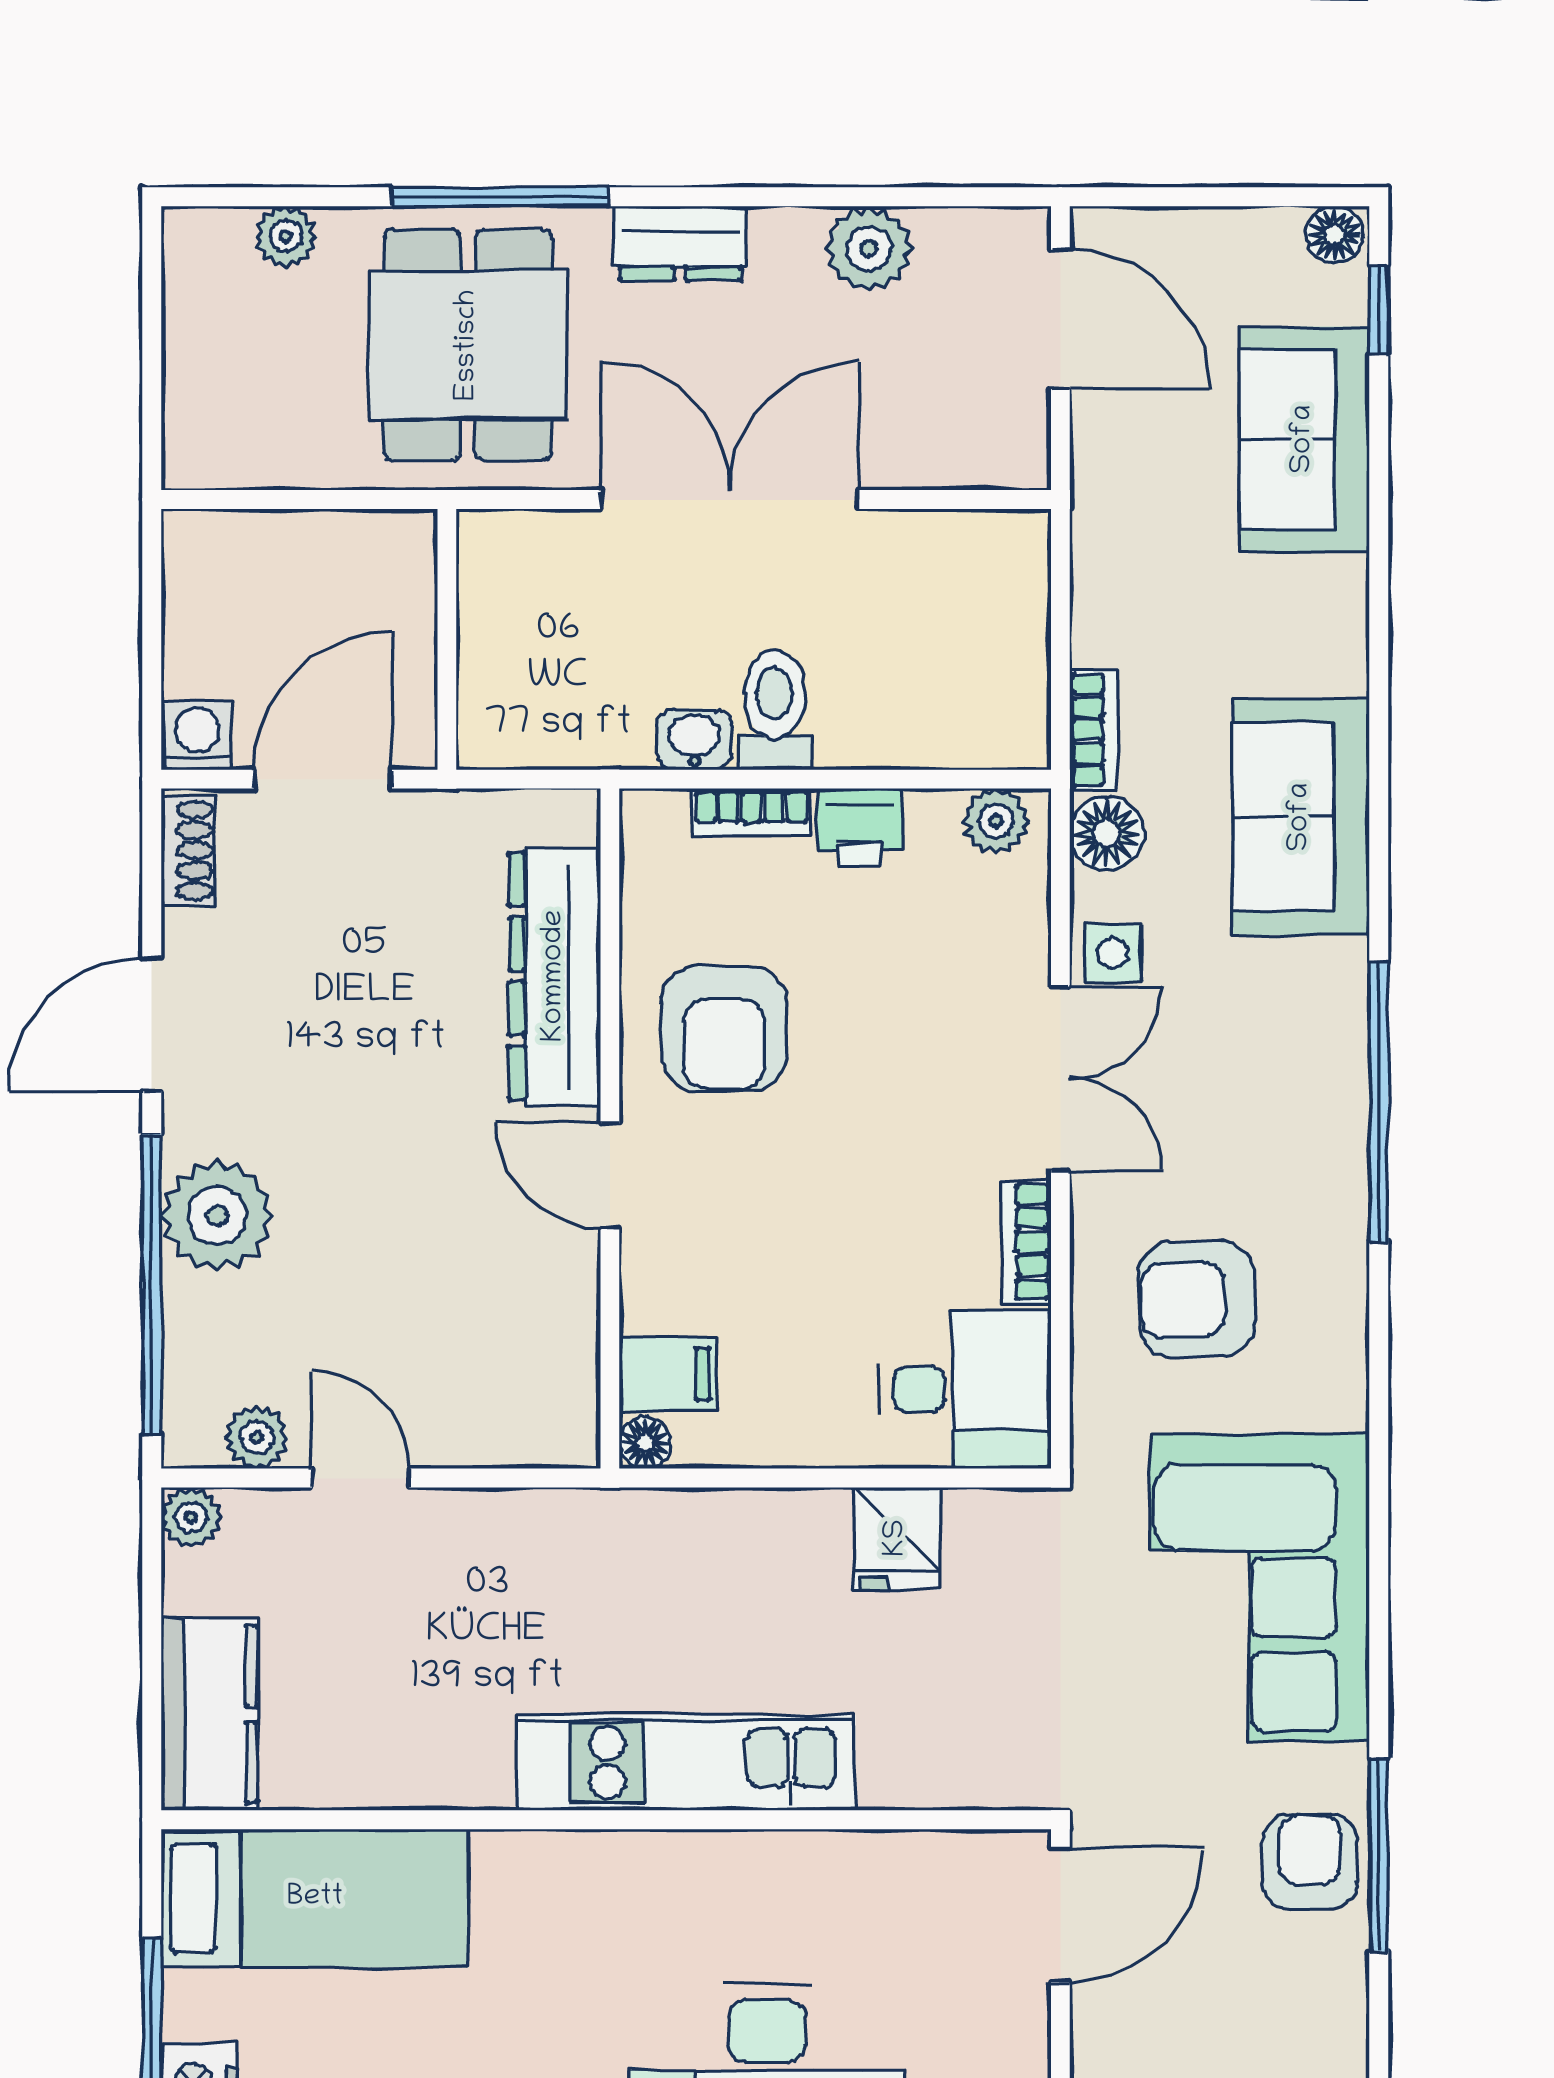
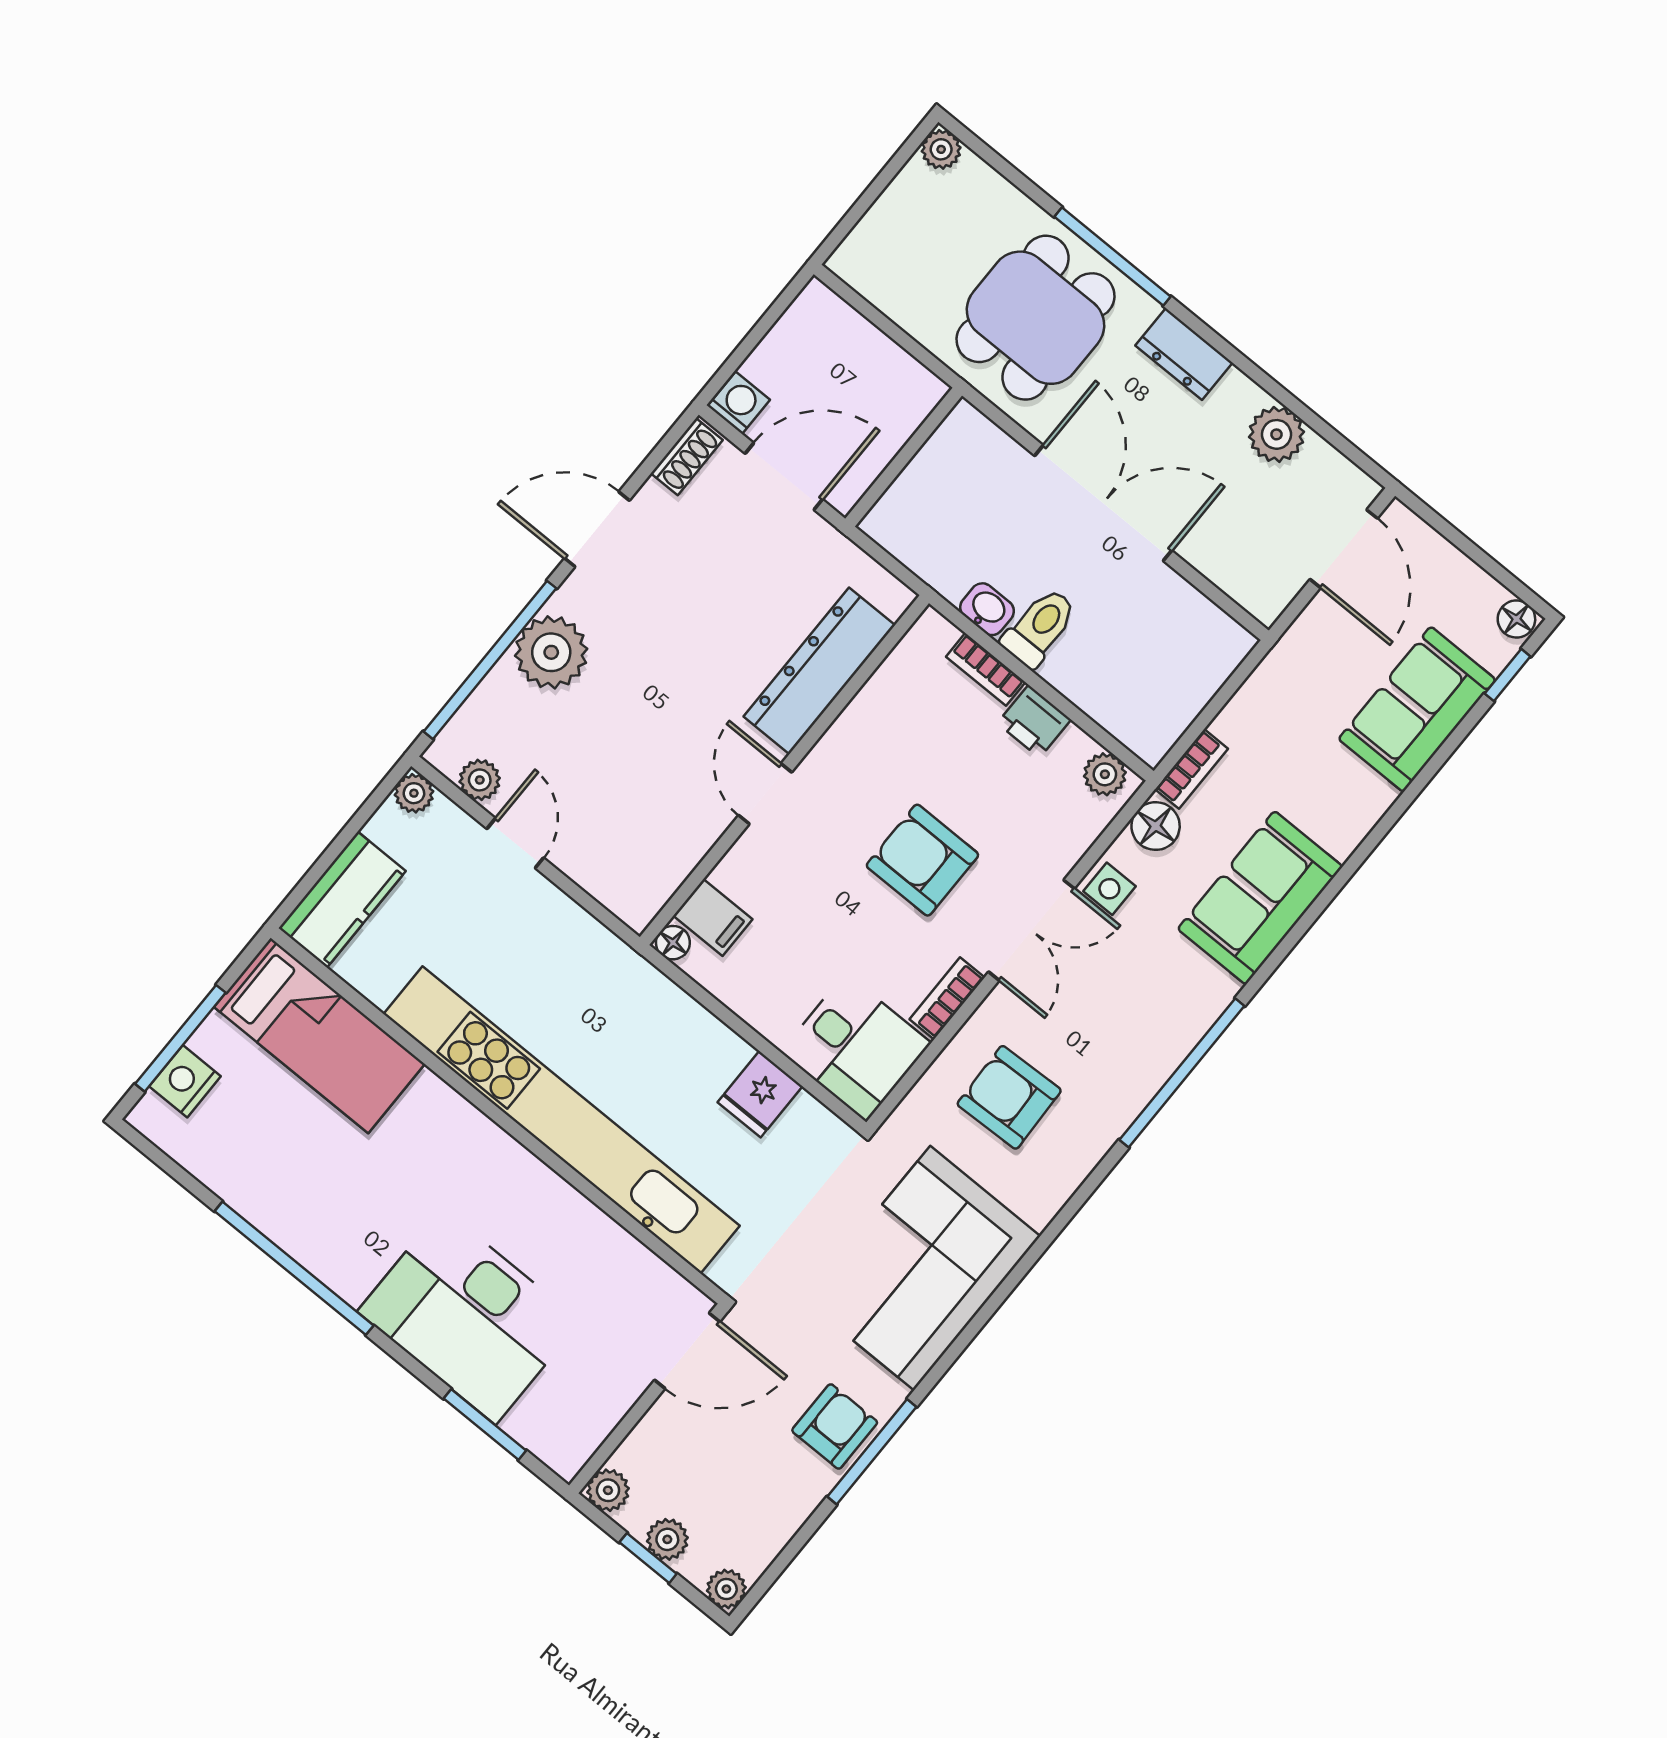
plant: (286, 236) -> (941, 149), moved
armchair: (724, 1029) -> (922, 860), moved, turned 90
kitchen unit: (686, 1763) -> (562, 1120), width x1.86

